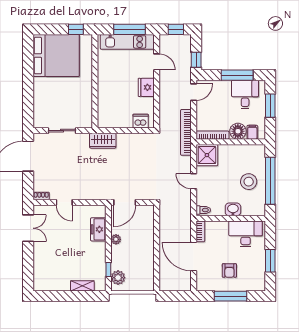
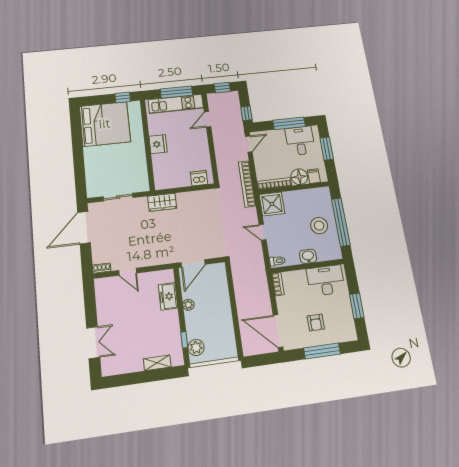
door: (157, 62) -> (208, 119), swing flipped
fridge: (146, 87) -> (158, 144), moved, turned 180
double door: (28, 228) -> (93, 343), moved
door: (194, 256) -> (278, 331), moved

